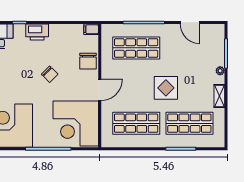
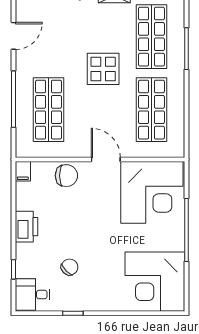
printer: (37, 32) -> (27, 227), moved
chair: (50, 74) -> (70, 267), moved

